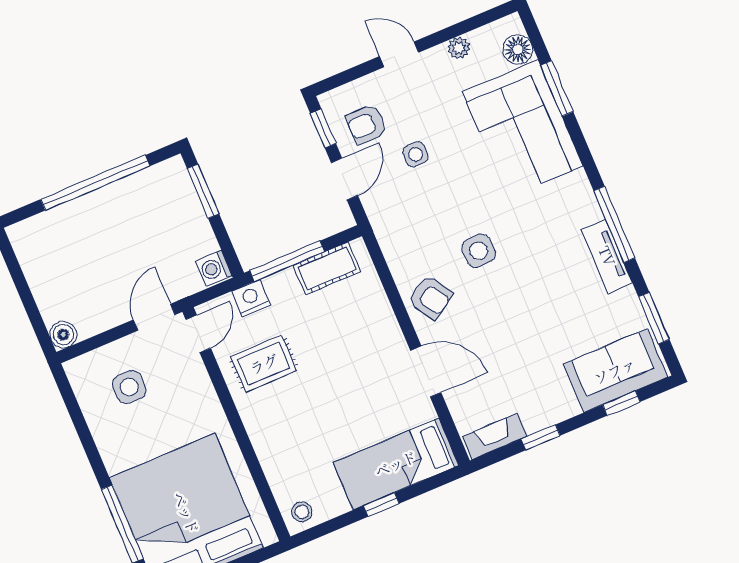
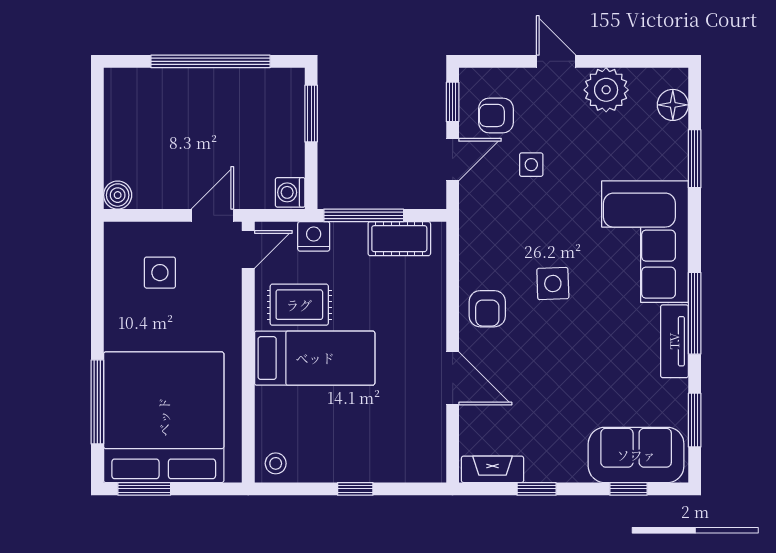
plant: (459, 48) -> (606, 90), width x1.87, depth x1.87
corner sofa: (523, 129) -> (645, 242), moved
armchair: (430, 297) -> (487, 309), turned 33
bed: (396, 464) -> (315, 358), moved, turned 180

